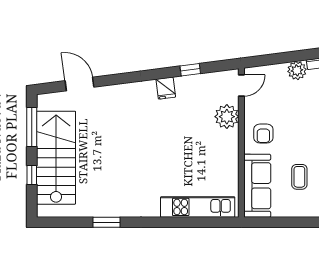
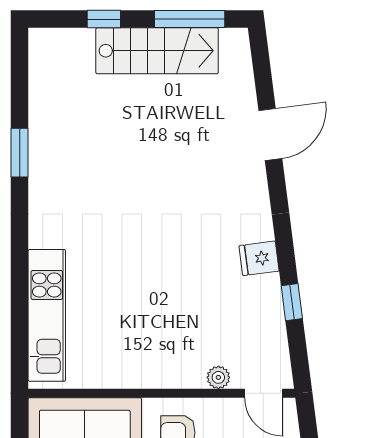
door: (79, 84) -> (270, 135), moved
plant: (227, 117) -> (218, 377), width x0.53, depth x0.53
stairs: (56, 158) -> (157, 51), width x0.73, depth x0.66

